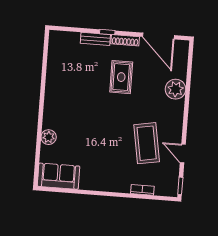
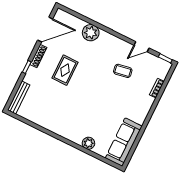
bench: (95, 39) -> (19, 98), moved, width x1.36
rug: (121, 77) -> (65, 70), turned 90
coffee table: (147, 143) -> (123, 71), width x0.54, depth x0.58
sofa: (59, 176) -> (124, 142), width x1.36

